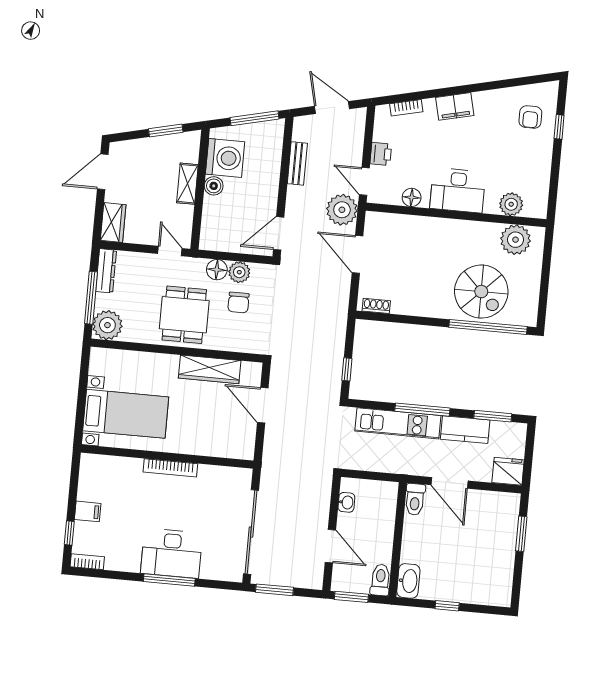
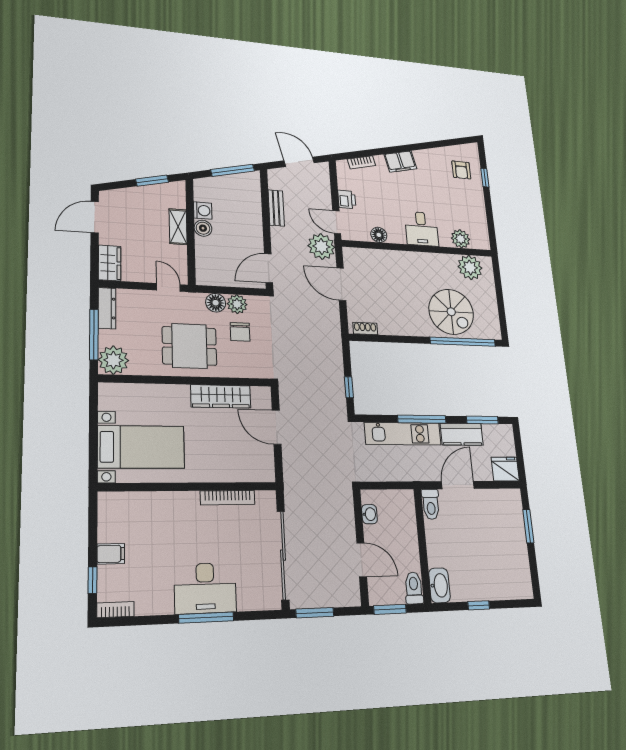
washing machine: (225, 158) -> (203, 211), width x0.53, depth x0.53
desk: (458, 190) -> (421, 229), width x0.73
dining table: (184, 315) -> (189, 346), turned 90
bookcase: (170, 468) -> (228, 498), moved
door: (450, 483) -> (458, 485), swing flipped

